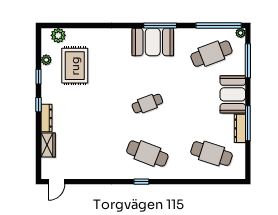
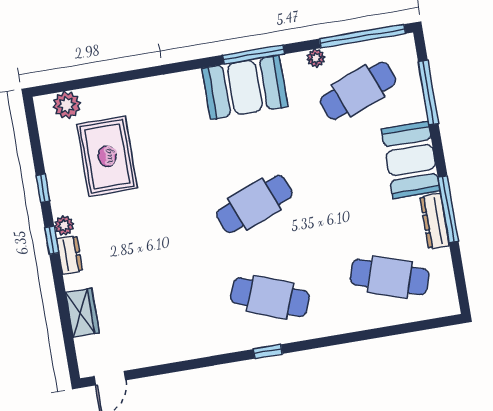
plant: (241, 33) -> (316, 58), moved
plant: (46, 60) -> (64, 225), moved
cafe table: (147, 104) -> (254, 204), width x1.37, depth x1.35
dresser: (46, 118) -> (70, 255), width x0.70

